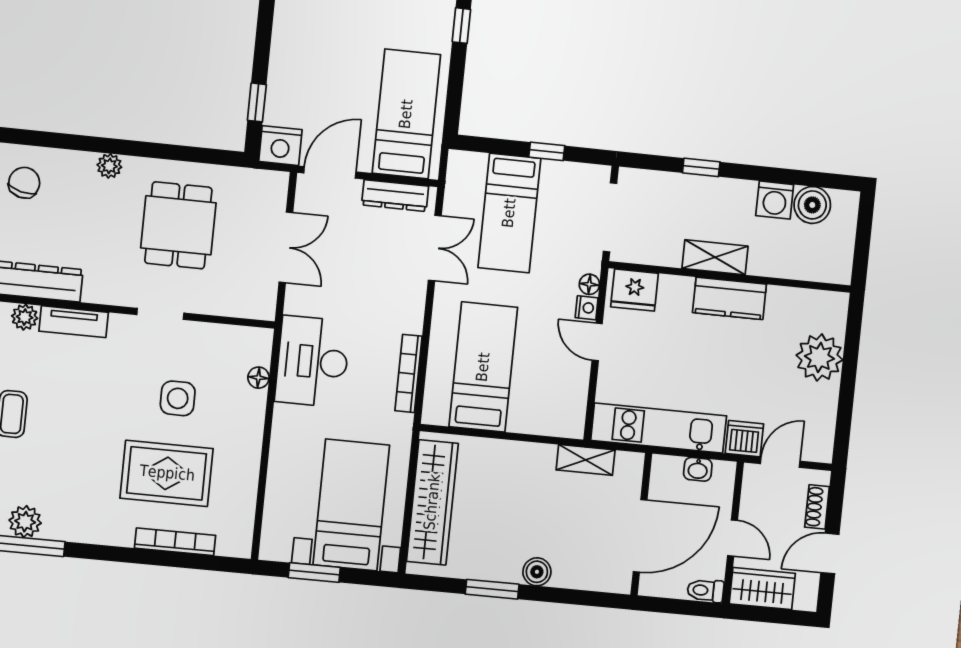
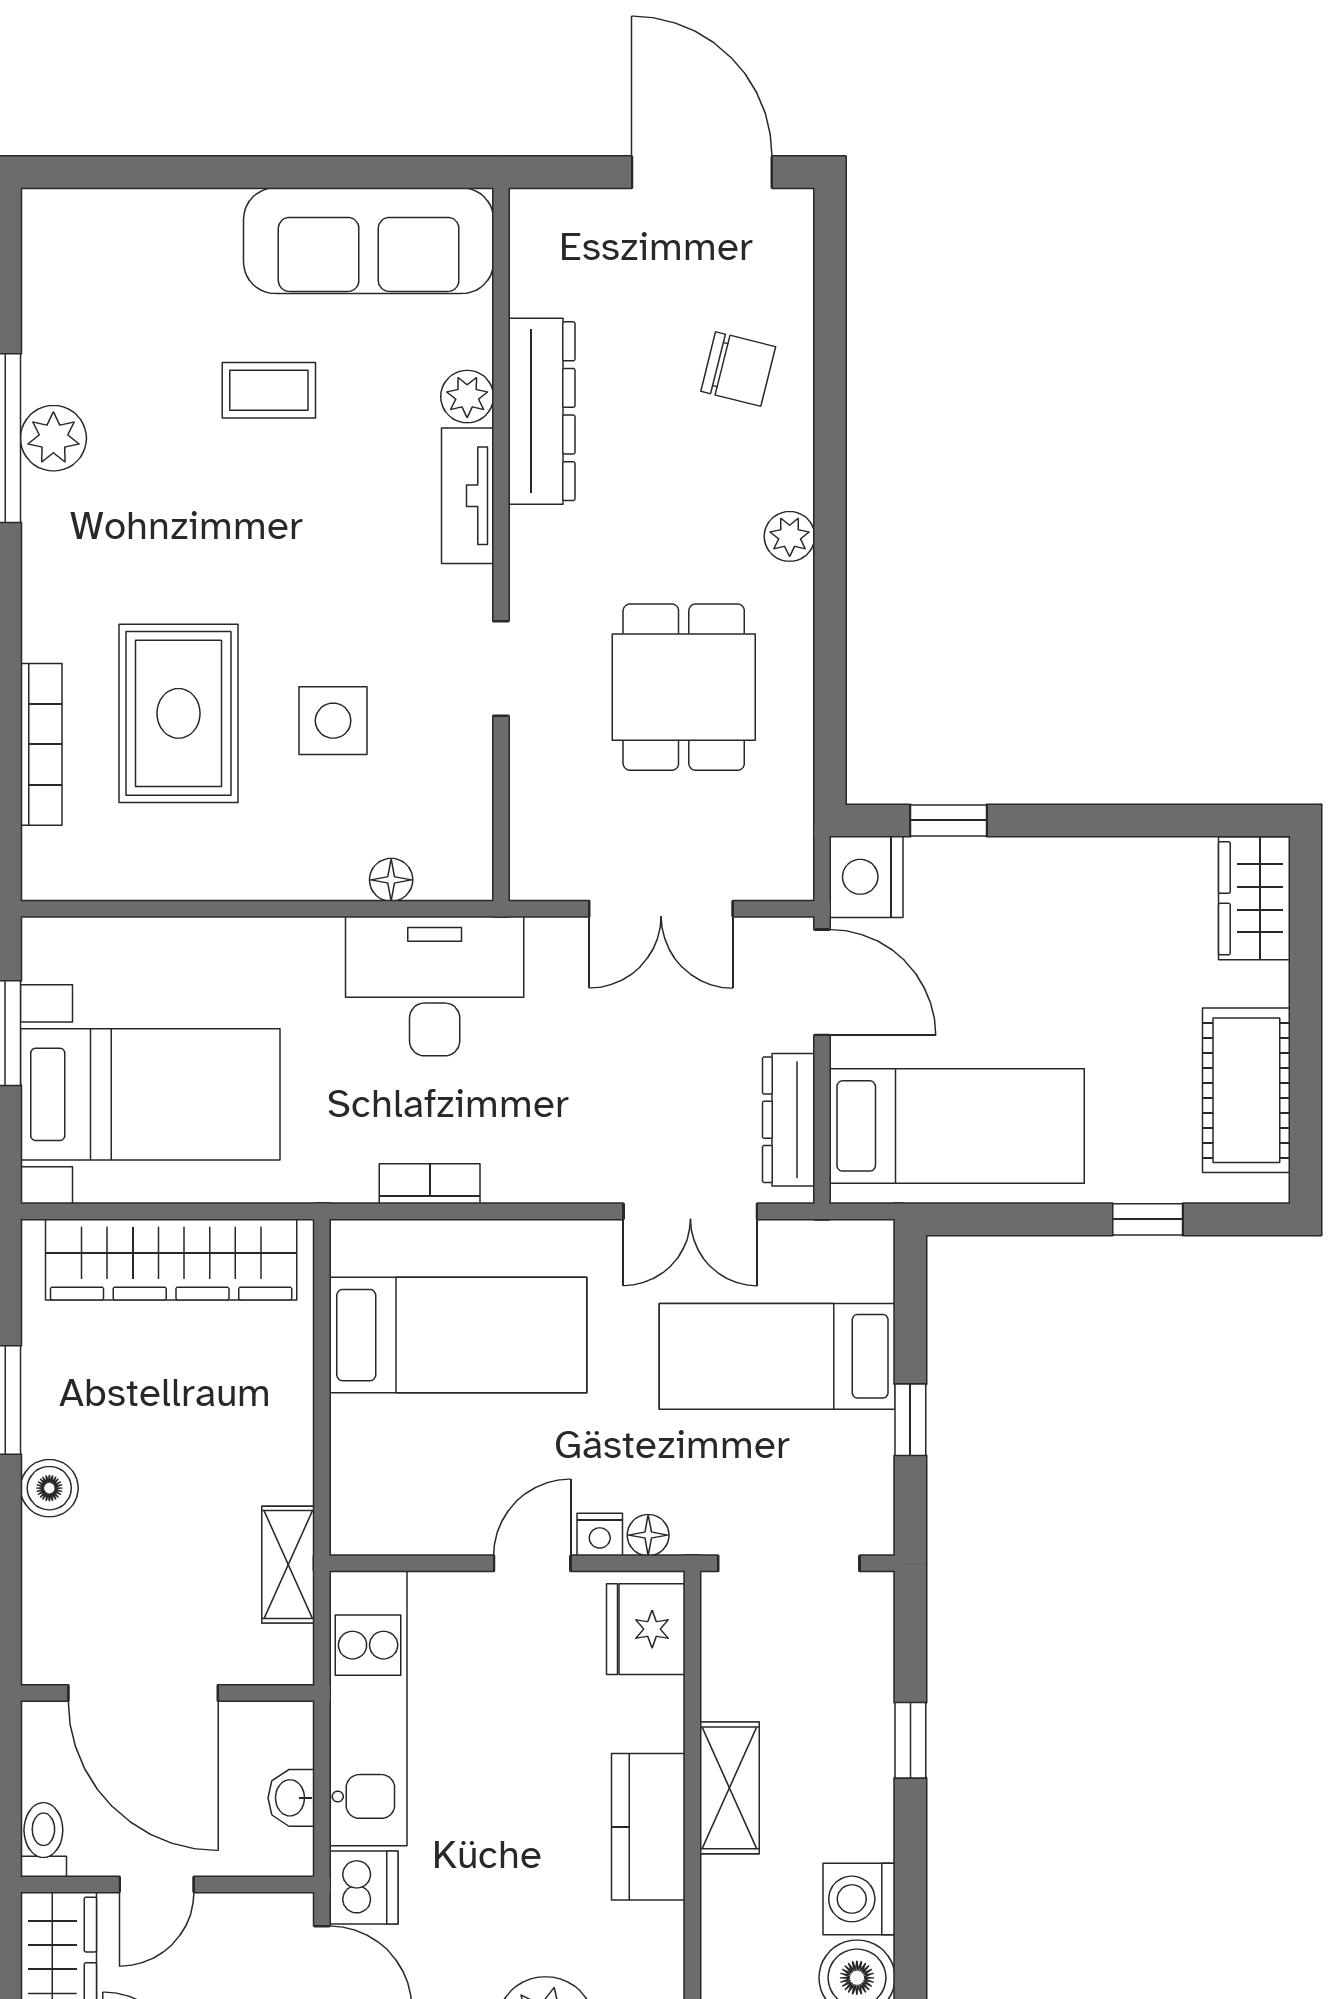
dining table: (178, 225) -> (684, 687), turned 90
bookcase: (408, 373) -> (430, 1184), width x0.64

